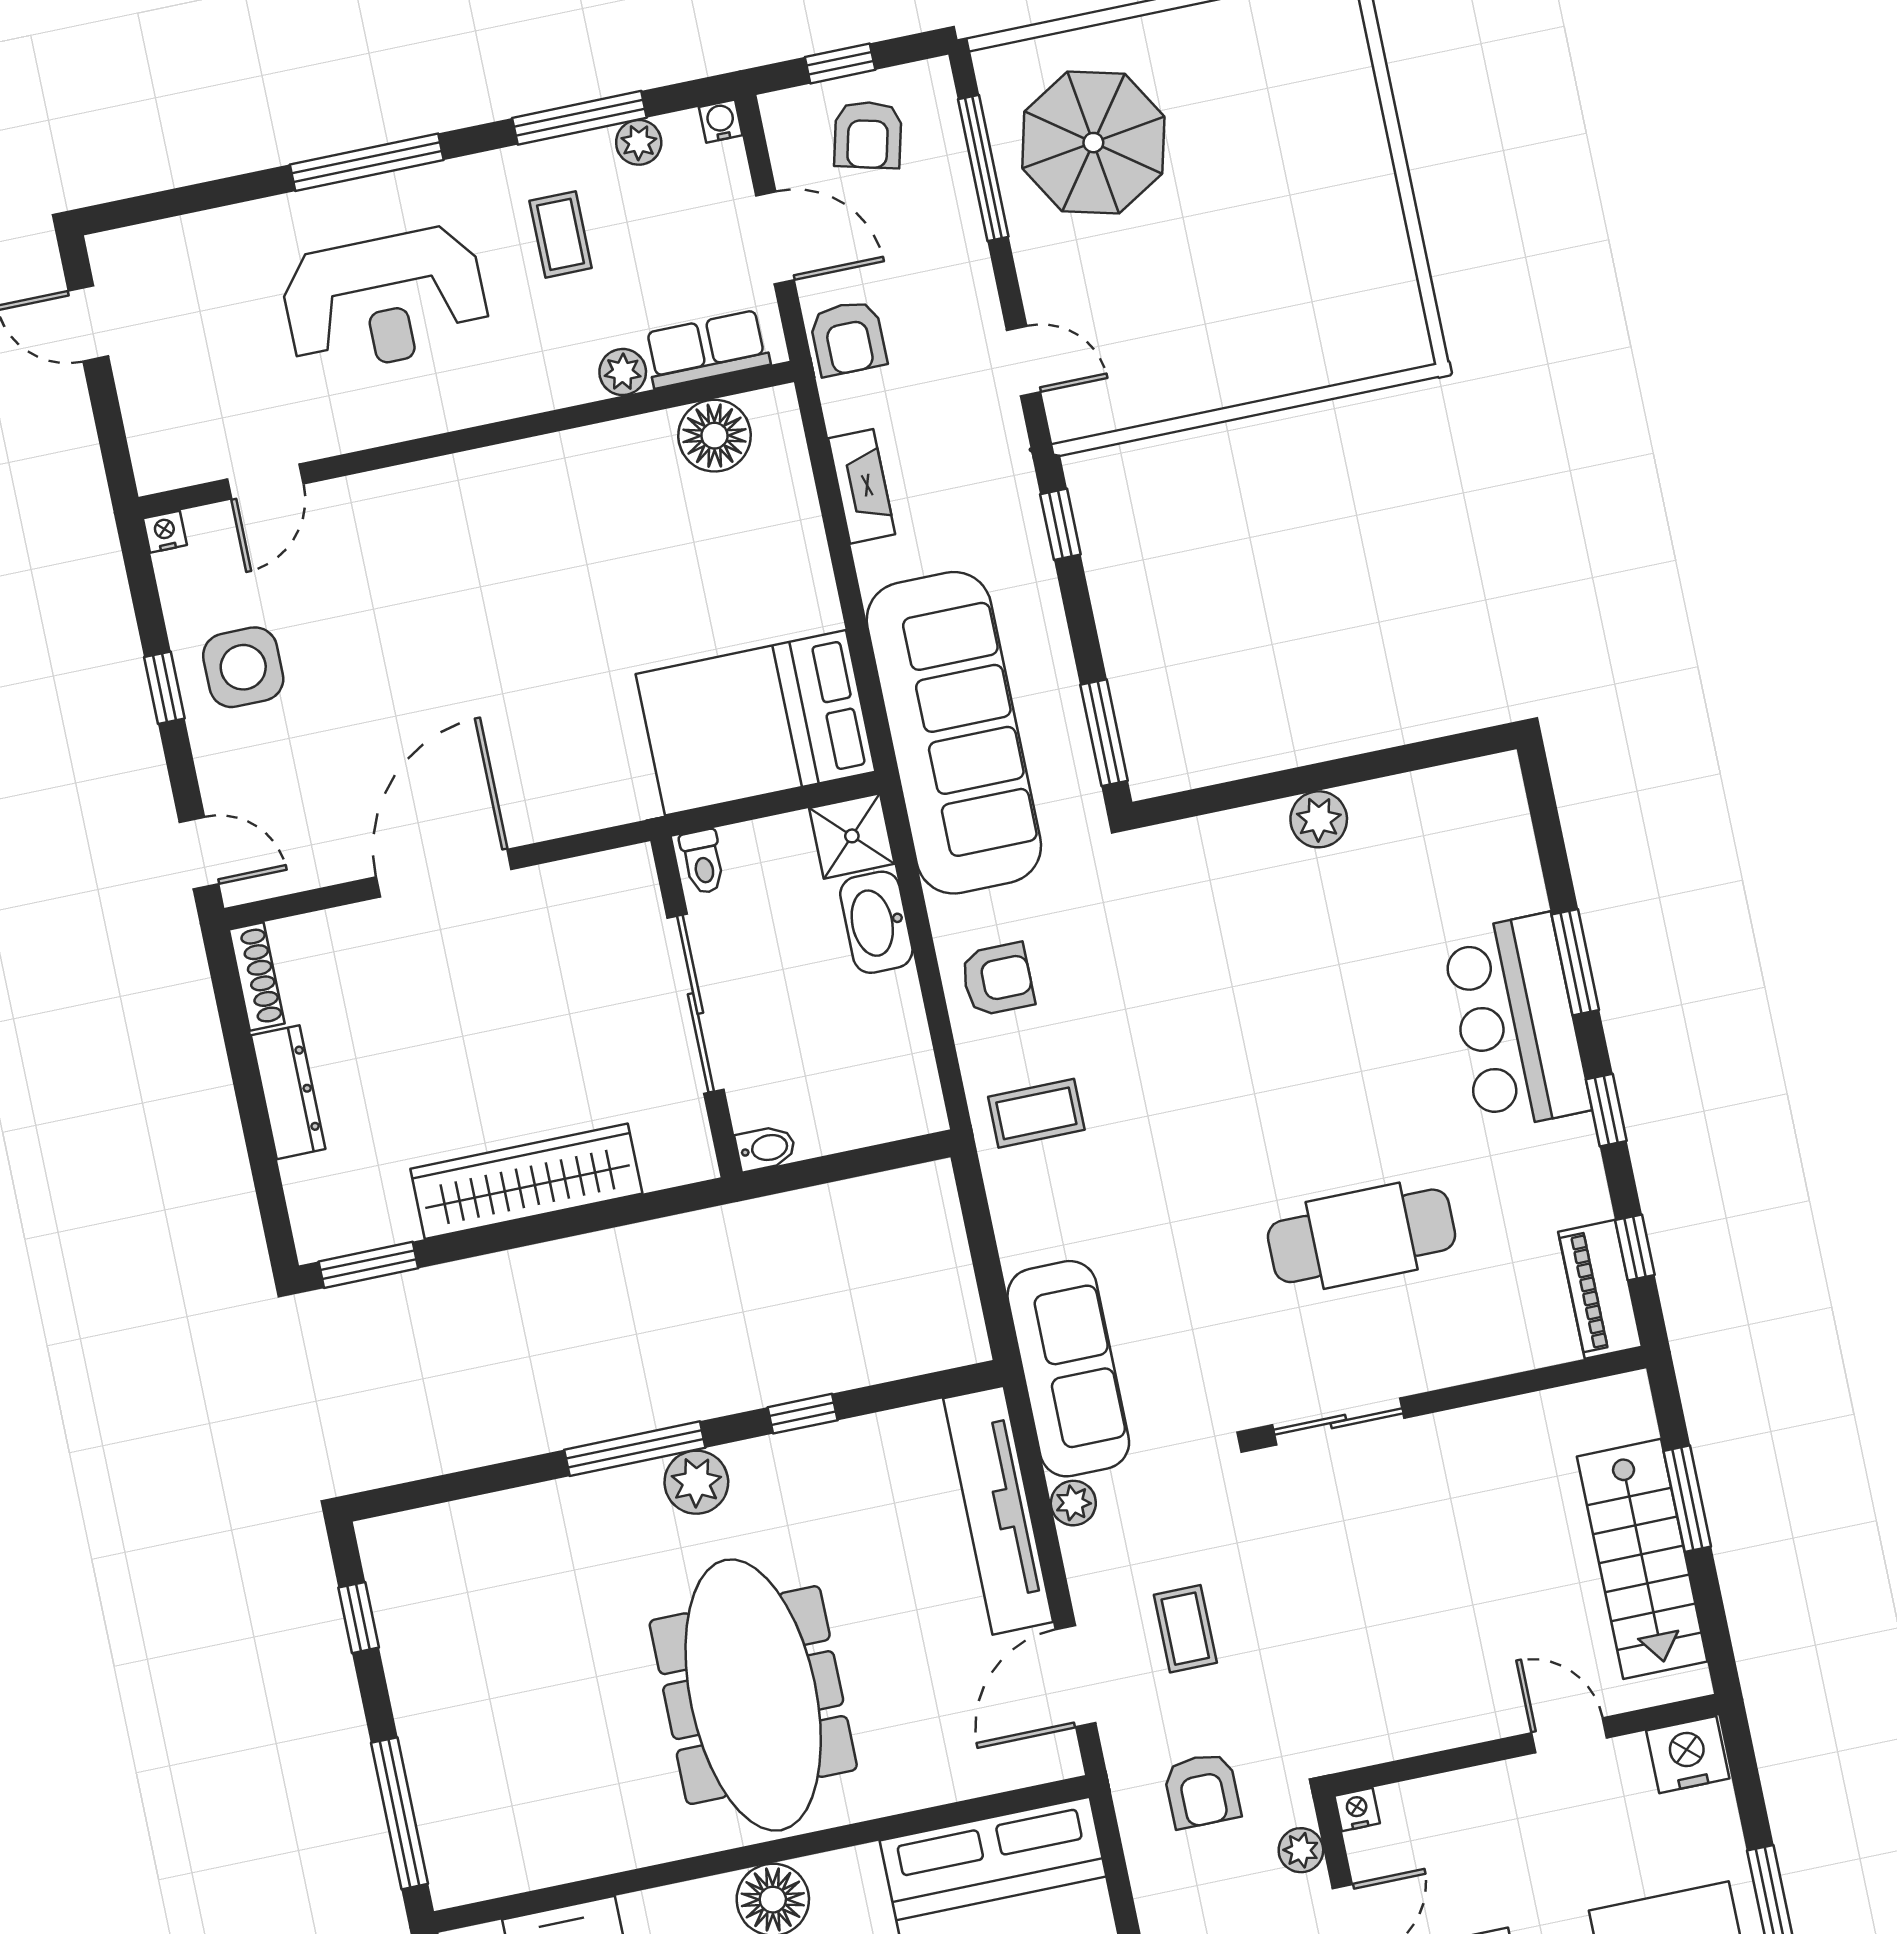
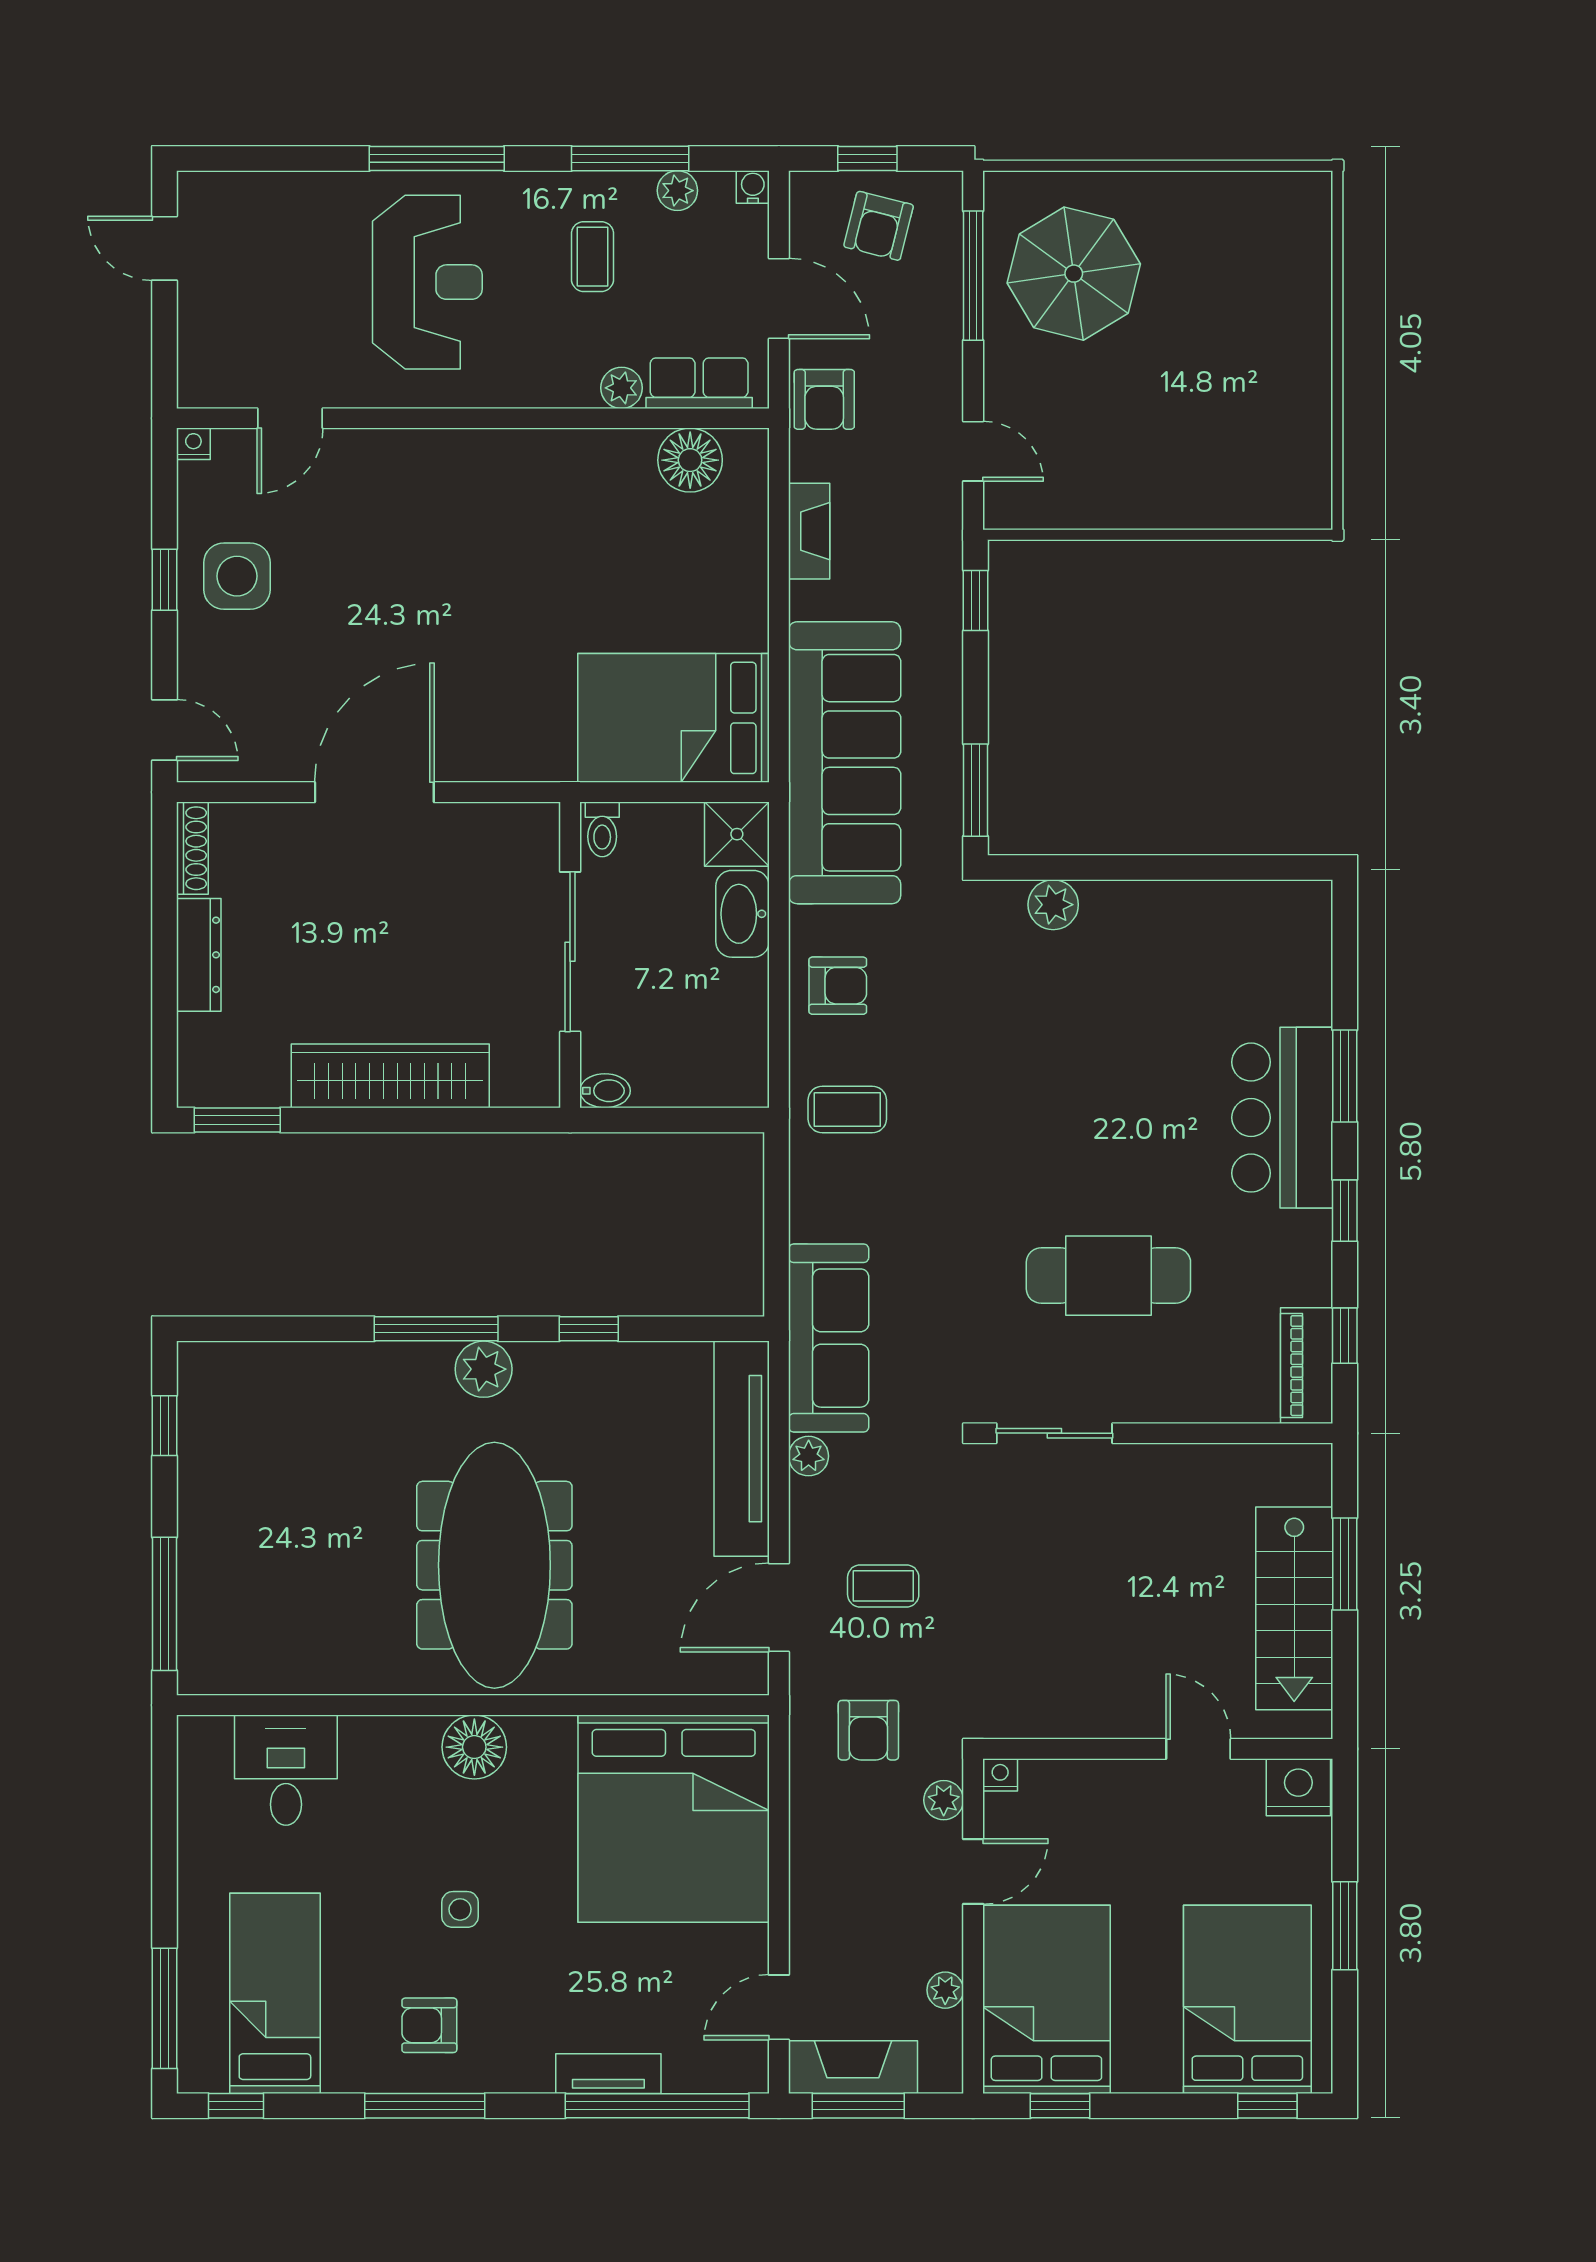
reception desk: (385, 300) -> (427, 282), turned -90
plant: (1319, 819) -> (1053, 905), moved
coffee table: (1185, 1629) -> (883, 1586), turned 90

